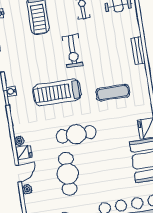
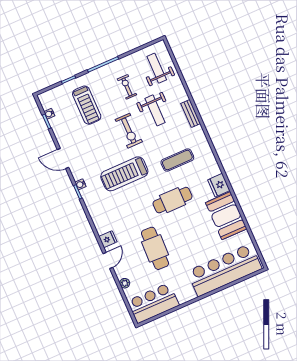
weight bench: (104, 38) -> (155, 110), added
cafe table: (76, 134) -> (173, 200), moved
plant: (19, 141) -> (101, 229), removed
plant: (27, 189) -> (125, 283), moved

